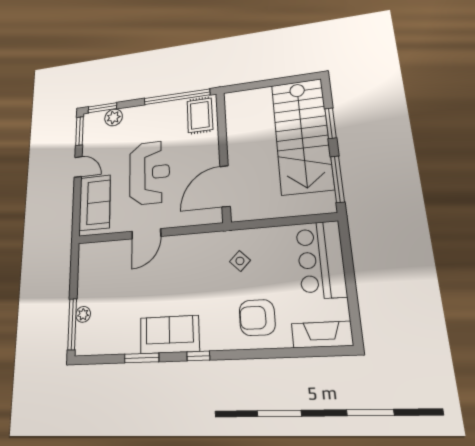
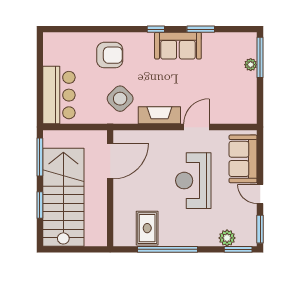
wall: (223, 156) -> (110, 188), moved
door: (225, 186) -> (110, 161), moved
side table: (240, 261) -> (120, 99), width x1.87, depth x1.87
fireplace: (322, 335) -> (159, 115), moved, turned 180

